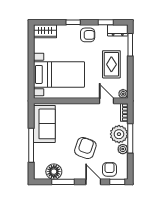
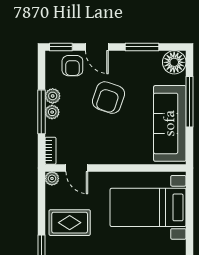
rug: (111, 64) -> (70, 223), turned 90
sofa: (44, 124) -> (170, 123), width x1.36
plant: (119, 134) -> (52, 112), width x0.53, depth x0.53
floor lamp: (54, 172) -> (174, 62), moved

